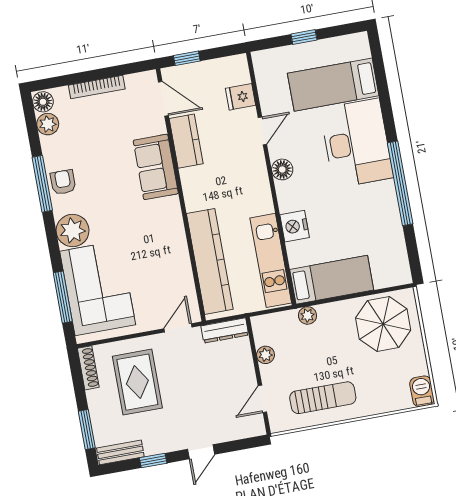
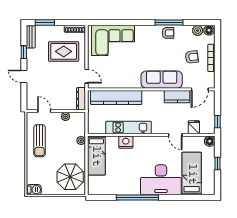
window: (187, 58) -> (217, 122), moved
armchair: (102, 126) -> (192, 57), added
sofa: (156, 167) -> (162, 80), width x1.36
floor lamp: (282, 169) -> (210, 141), moved
plant: (73, 231) -> (143, 33), removed
kitchen unit: (271, 260) -> (129, 127), moved
window: (63, 297) -> (112, 23), removed

